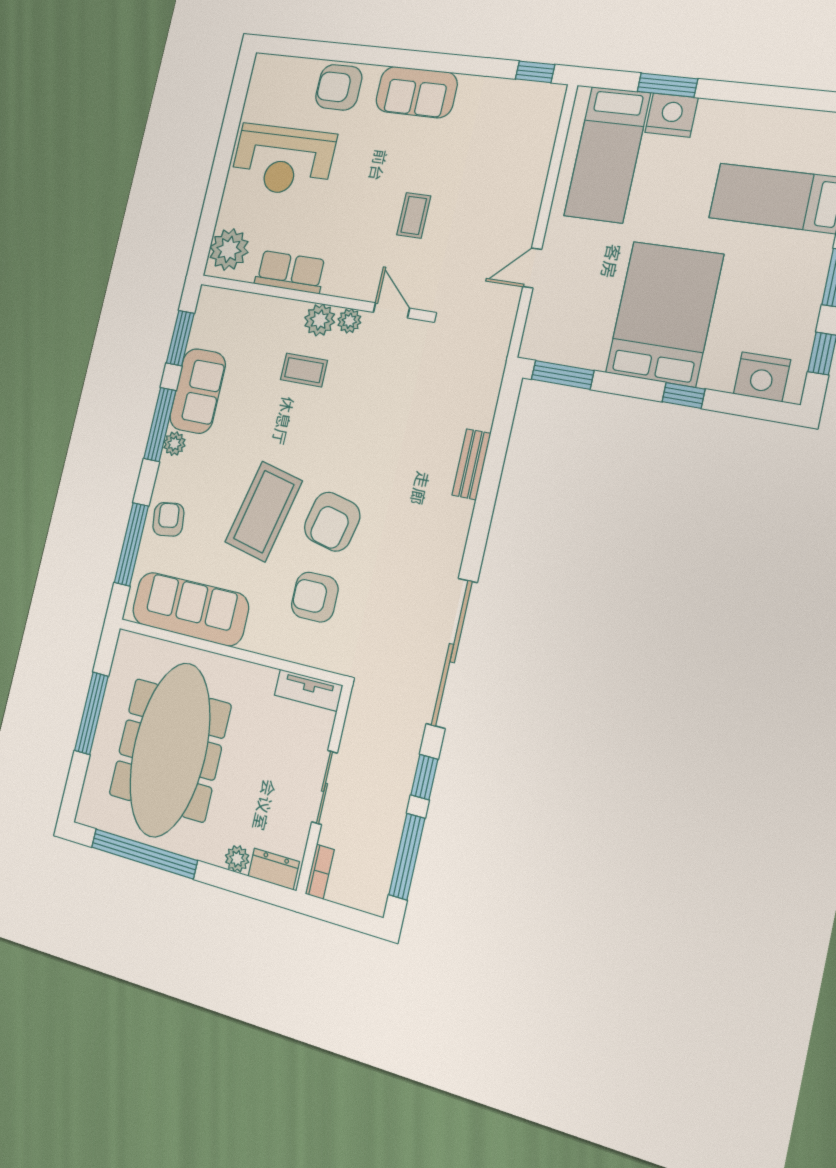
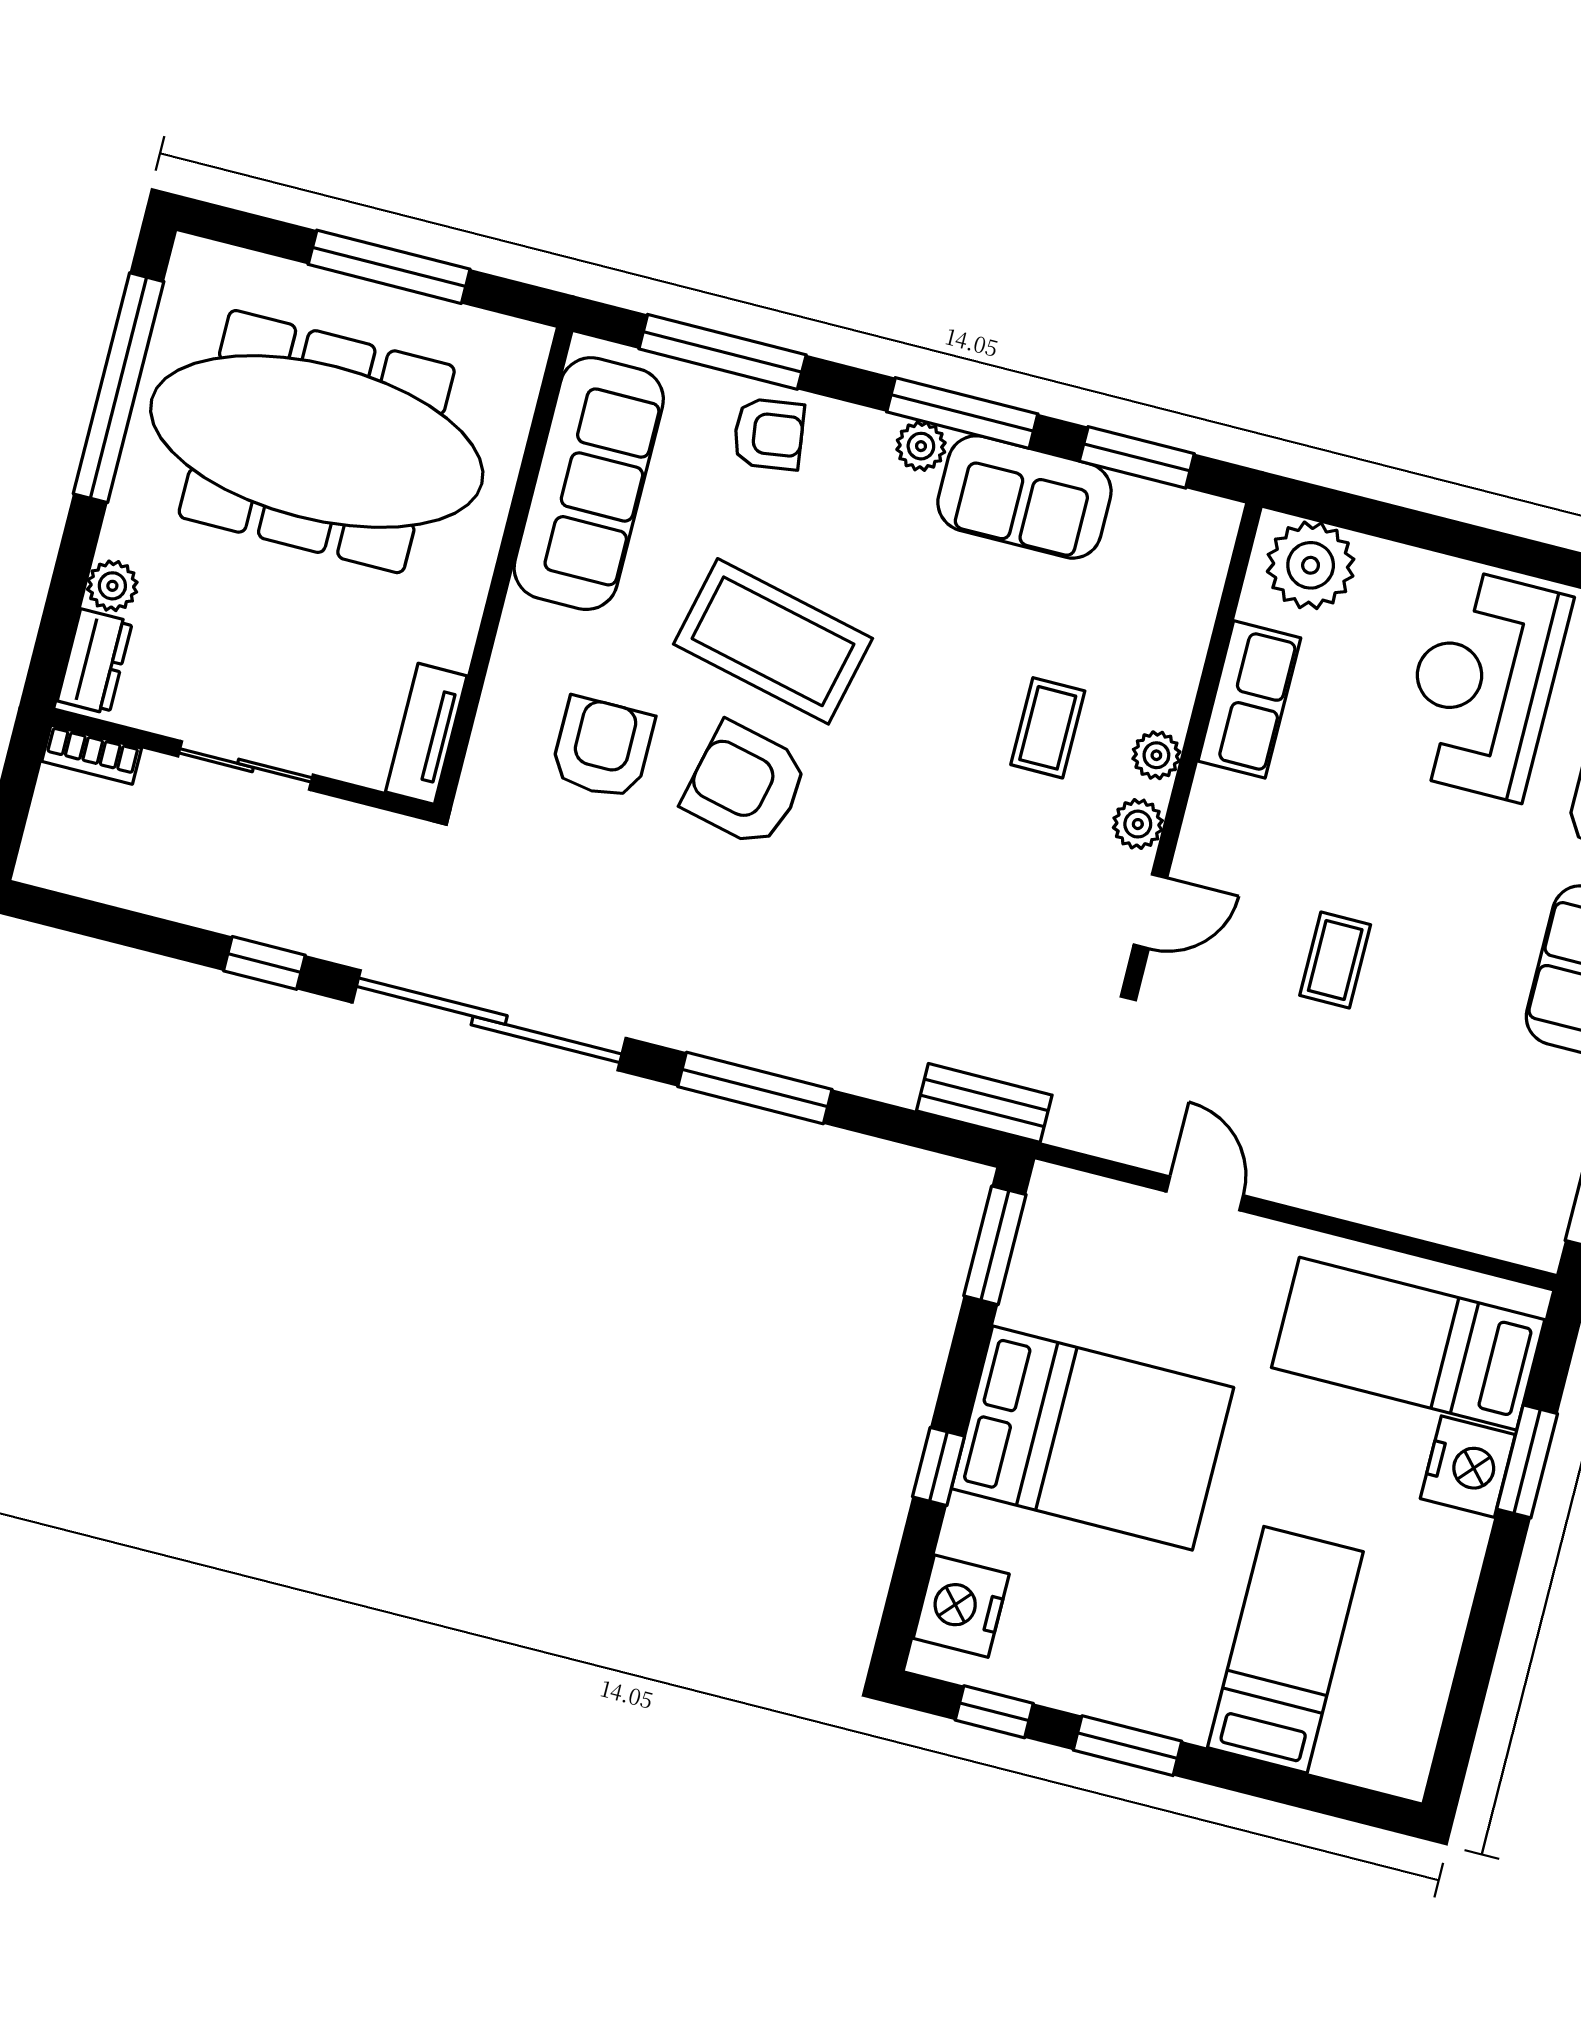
coffee table: (414, 215) -> (1335, 960), turned 90
plant: (320, 320) -> (1156, 755), width x0.73, depth x0.73
bench: (471, 464) -> (984, 1103), moved
window: (407, 857) -> (755, 1088), moved

